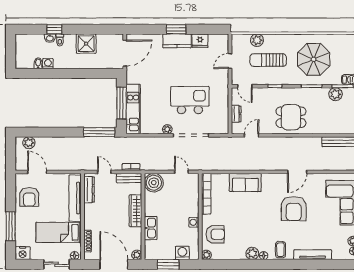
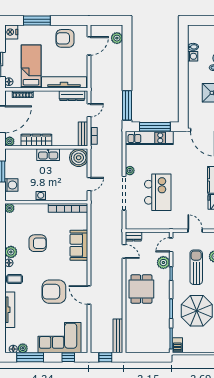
plant: (335, 94) -> (163, 263), moved
dresser: (236, 114) -> (134, 236), moved
wardrobe: (135, 211) -> (36, 140), moved
kitchen sink: (151, 228) -> (48, 155), moved
armchair: (215, 234) -> (38, 243), moved, turned -90

